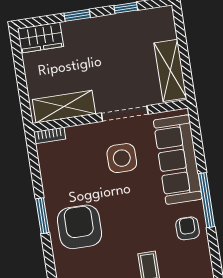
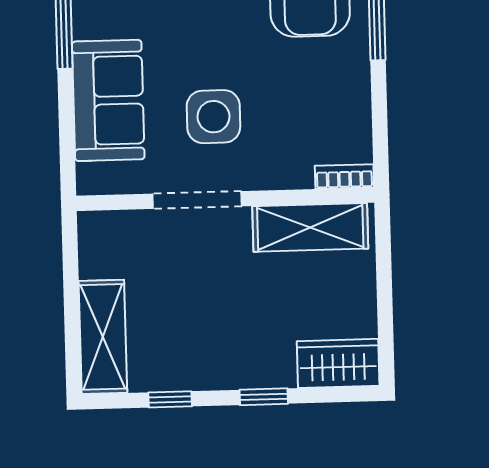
shelving: (170, 70) -> (103, 337), moved
sofa: (178, 160) -> (108, 100), width x0.73

